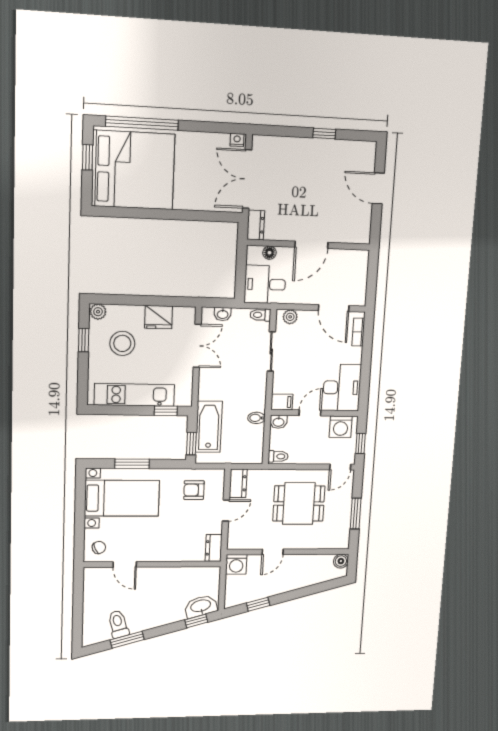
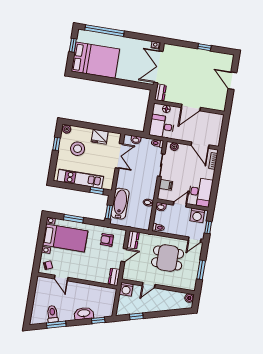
bed: (133, 170) -> (95, 60), width x0.73
filing cabinet: (282, 402) -> (166, 185), moved
washbasin: (201, 606) -> (84, 313), moved

